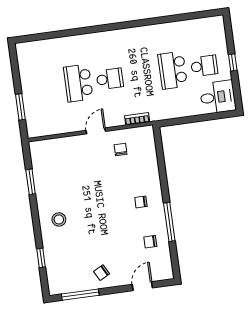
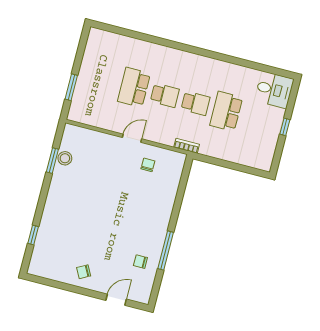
school desk: (204, 66) -> (195, 103), moved
desk: (218, 97) -> (274, 90), moved
bookcase: (137, 119) -> (187, 146), moved
chair: (141, 202) -> (147, 221), removed
stool: (59, 219) -> (65, 158), moved
window: (80, 295) -> (55, 284), removed

